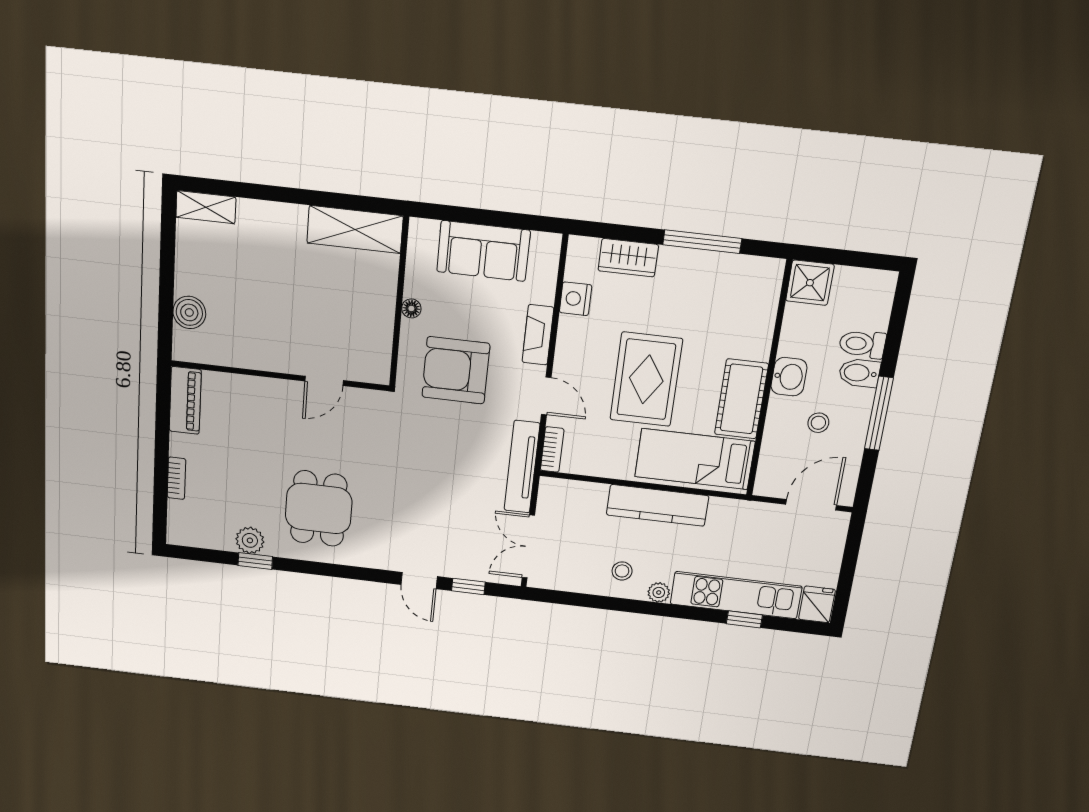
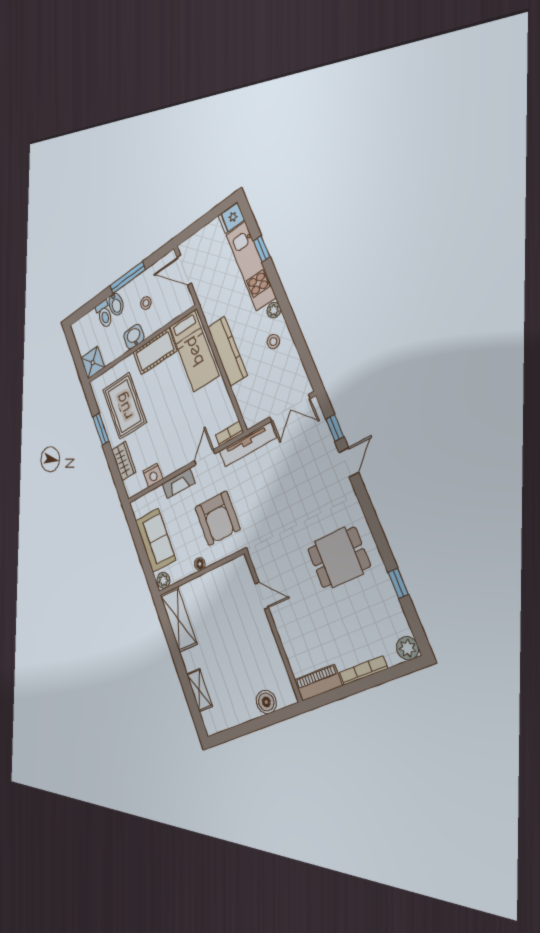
shelving: (206, 207) -> (199, 690), moved
plant: (421, 233) -> (163, 580), added
window: (702, 242) -> (101, 429), width x0.69
rug: (646, 379) -> (124, 406), moved, turned 90
bookcase: (176, 478) -> (363, 670), width x1.56
plant: (250, 540) -> (407, 648), moved

